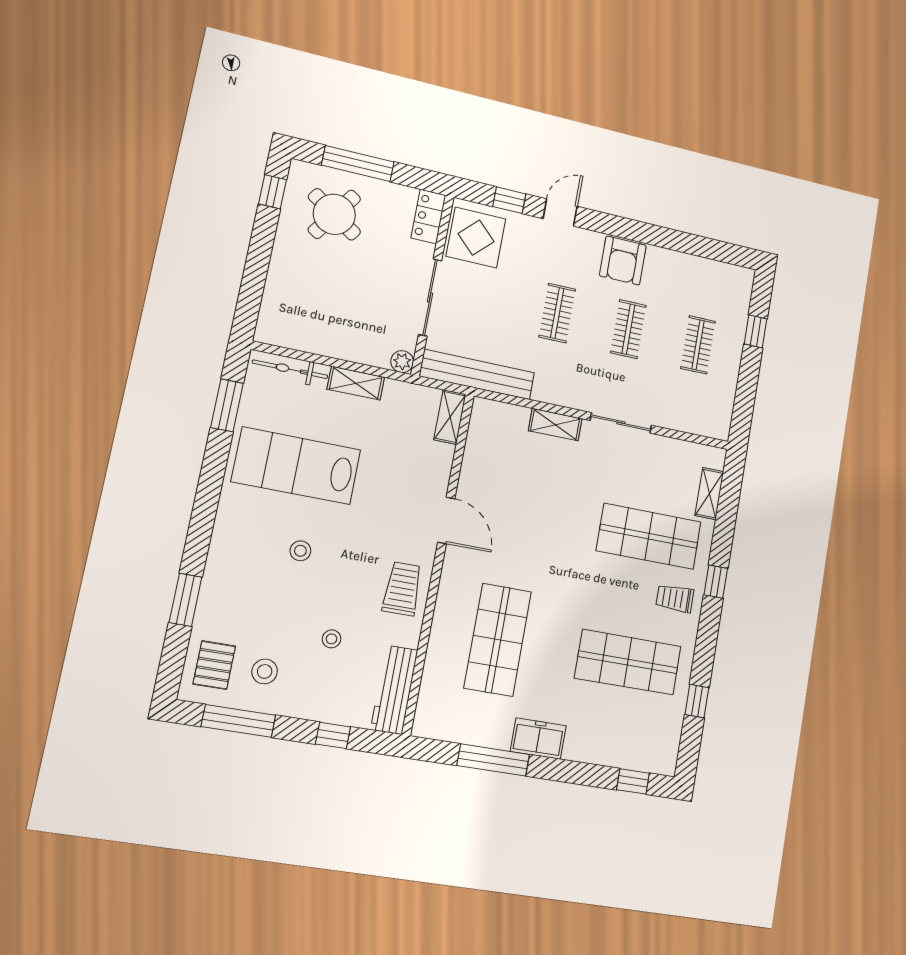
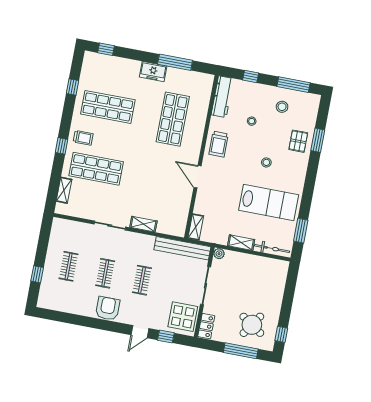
pallet: (214, 665) -> (298, 141), moved

